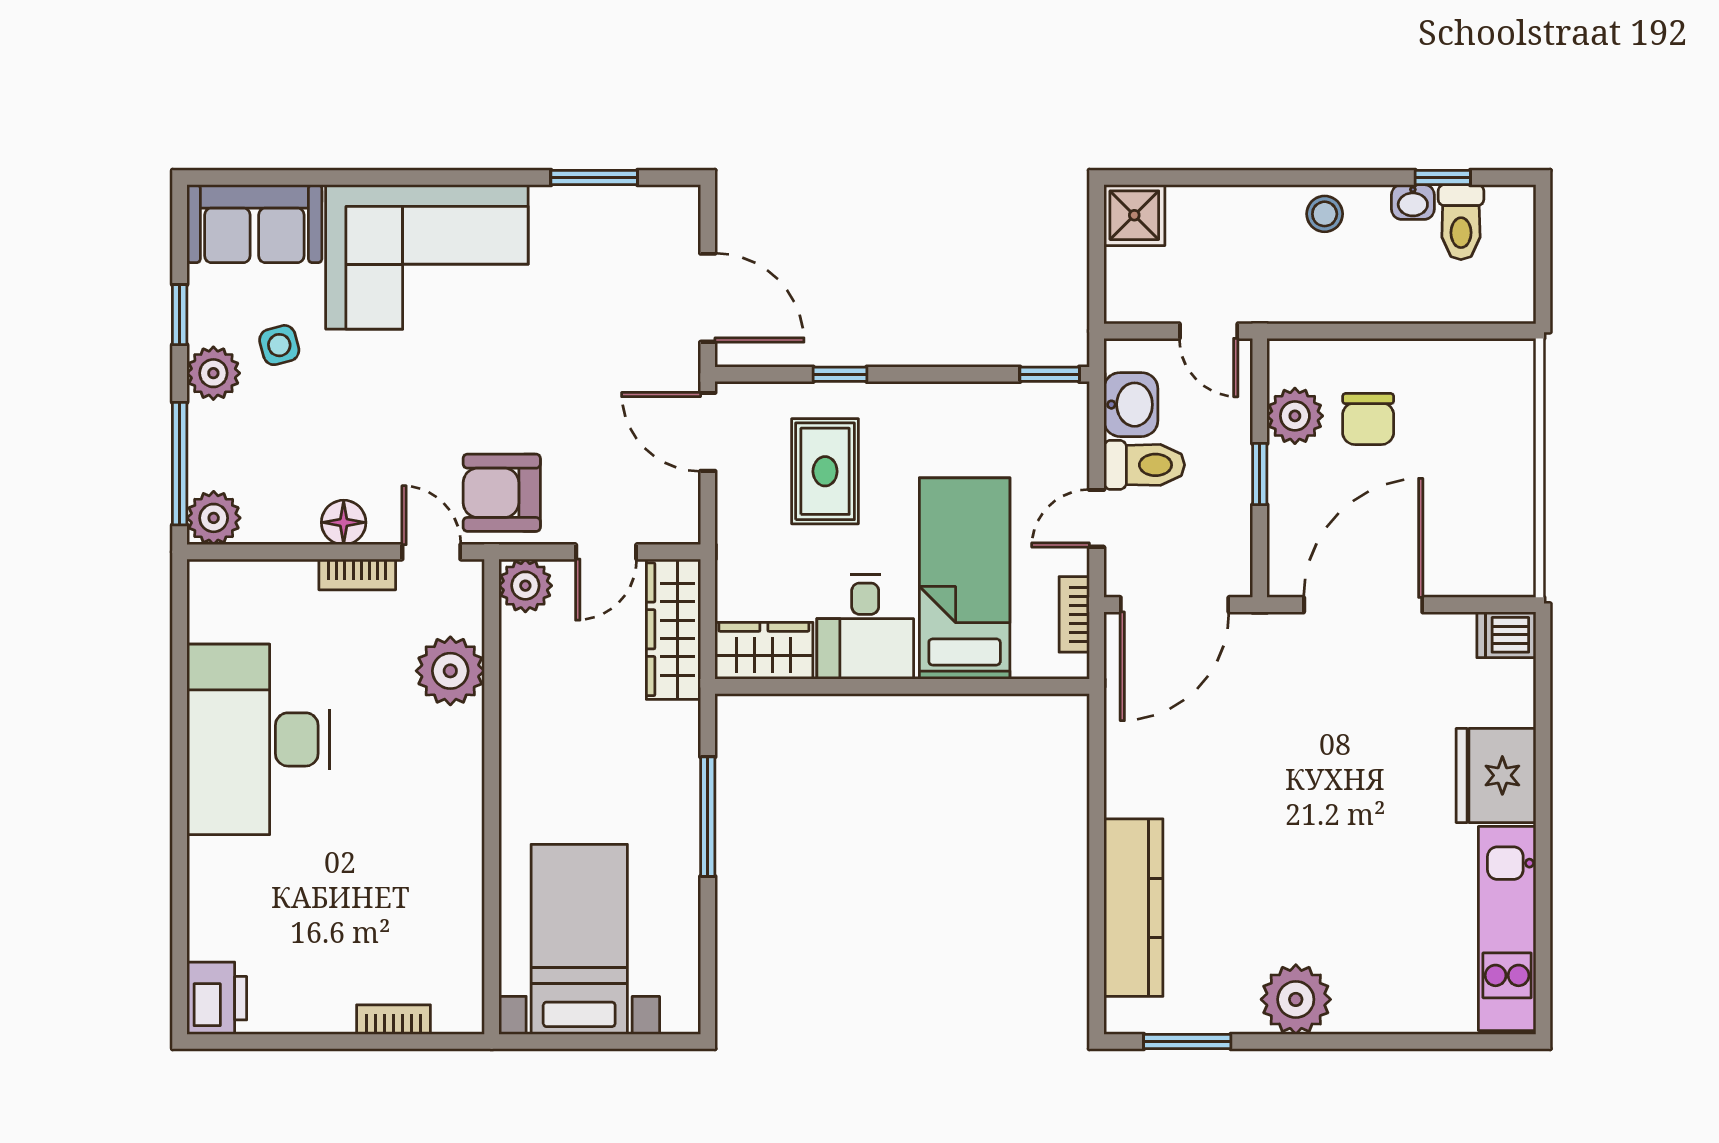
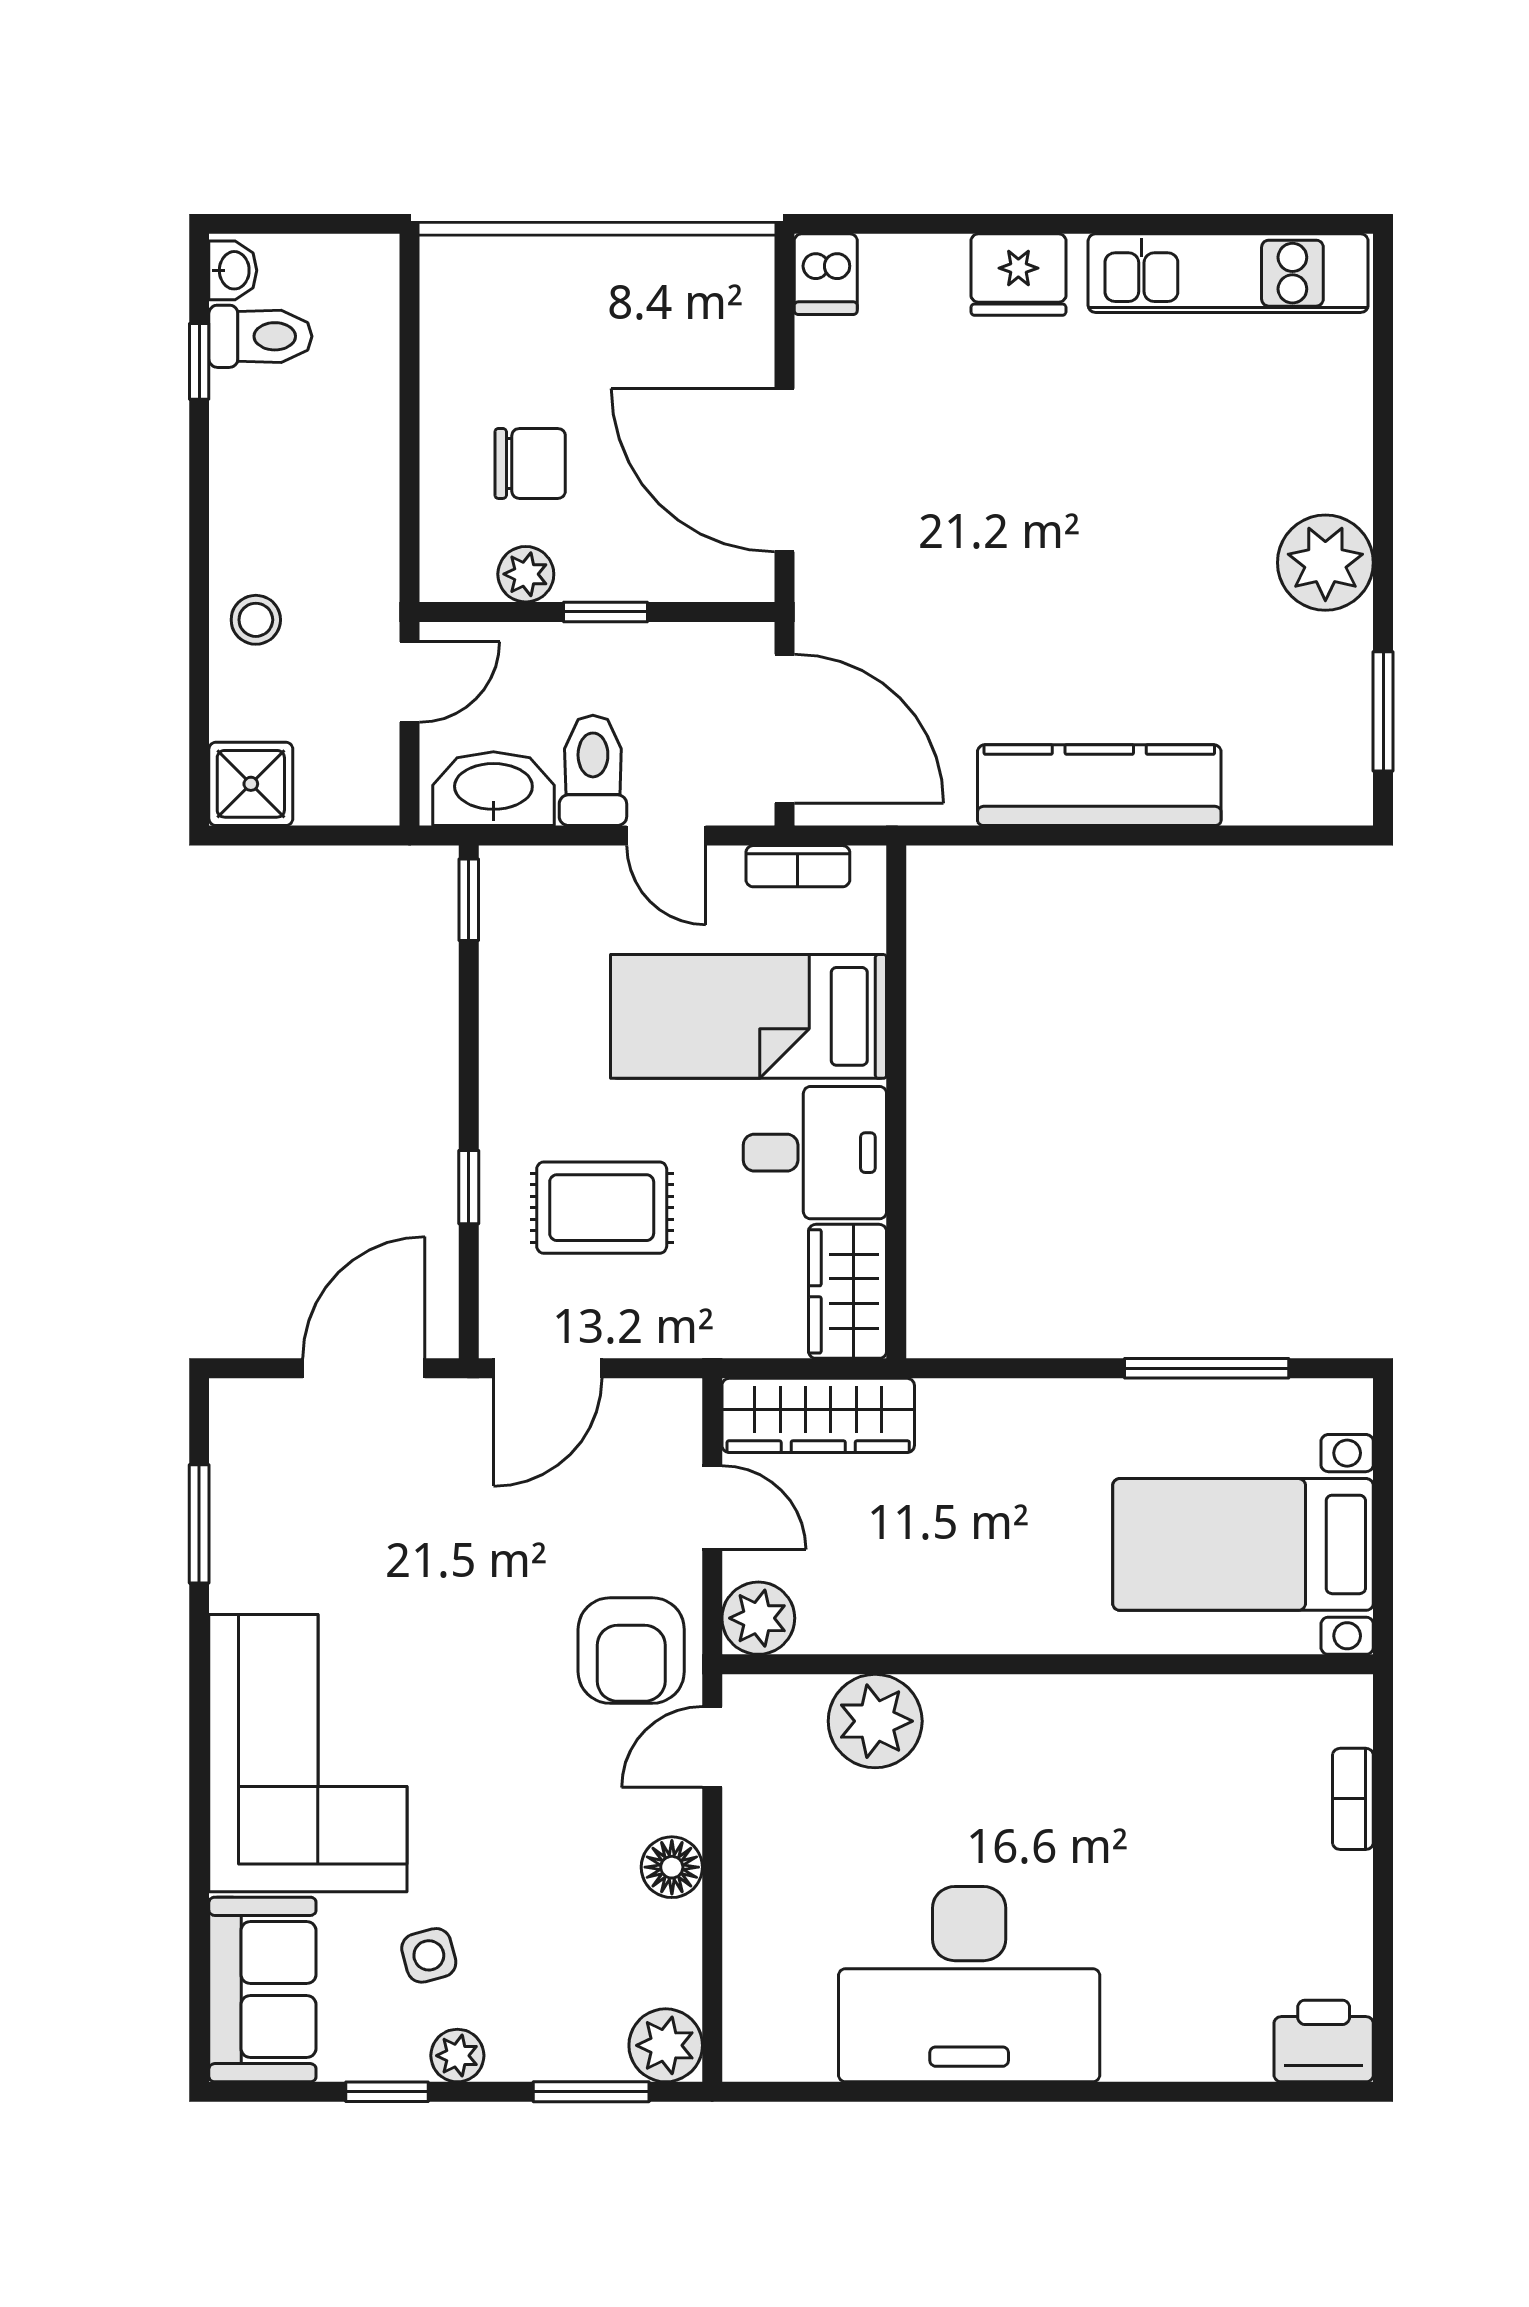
washbasin: (1413, 202) -> (233, 270), moved
stool: (1325, 214) -> (256, 620), moved
plant: (213, 373) -> (457, 2056), width x0.73, depth x0.73
washbasin: (1131, 405) -> (493, 789), width x1.38
plant: (1295, 416) -> (526, 574), width x0.73, depth x0.73
window: (180, 464) -> (591, 2092), width x0.69
bookcase: (357, 574) -> (743, 1849), removed
fridge: (1496, 775) -> (1018, 275), width x0.73, depth x0.75
window: (708, 817) -> (1207, 1368), moved
kitchen counter: (1133, 908) -> (1099, 785), moved

